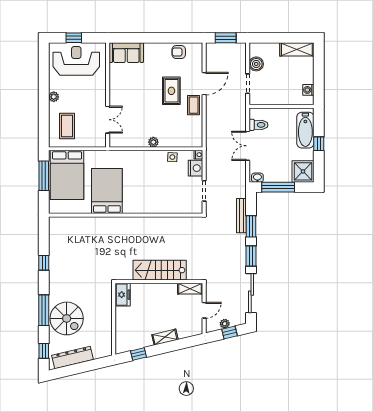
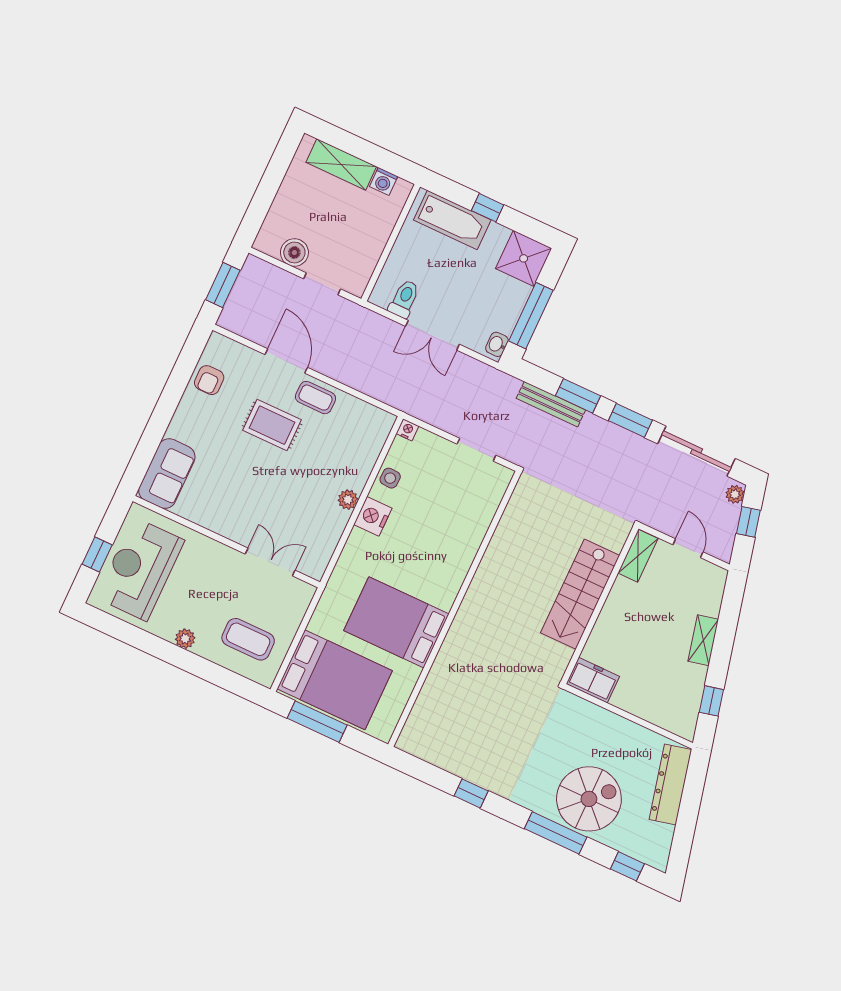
shelving: (297, 49) -> (341, 164), moved, turned 90
nightstand: (196, 168) -> (373, 516), moved, turned -90
plant: (225, 324) -> (735, 494), moved
dresser: (73, 357) -> (670, 784), moved

